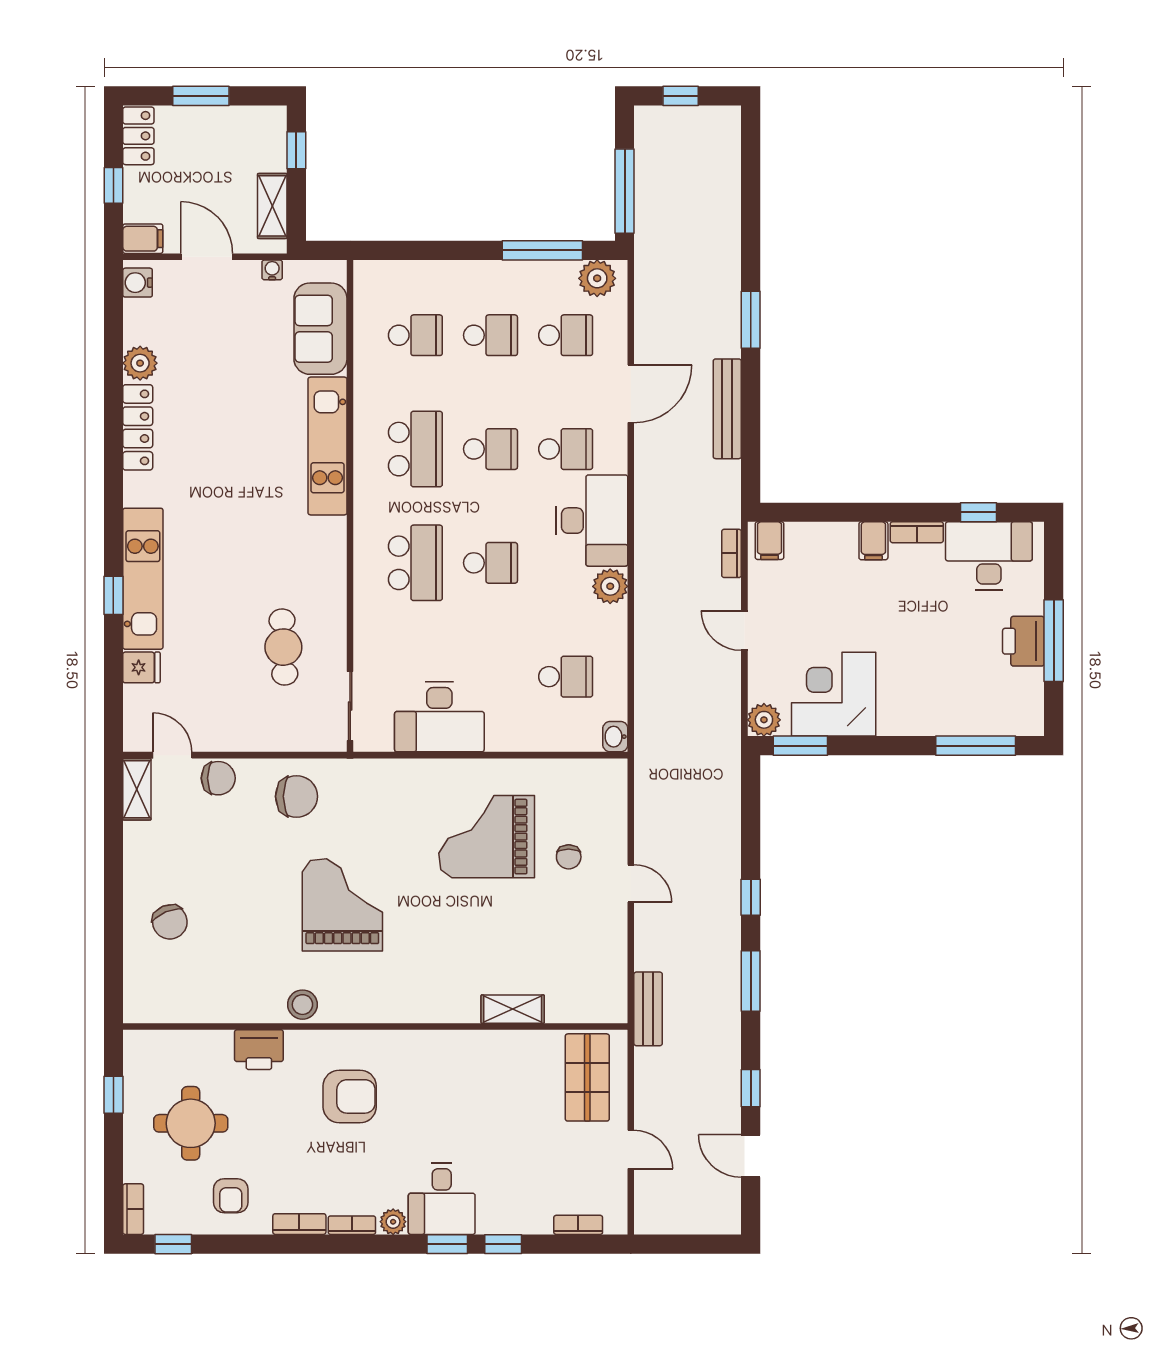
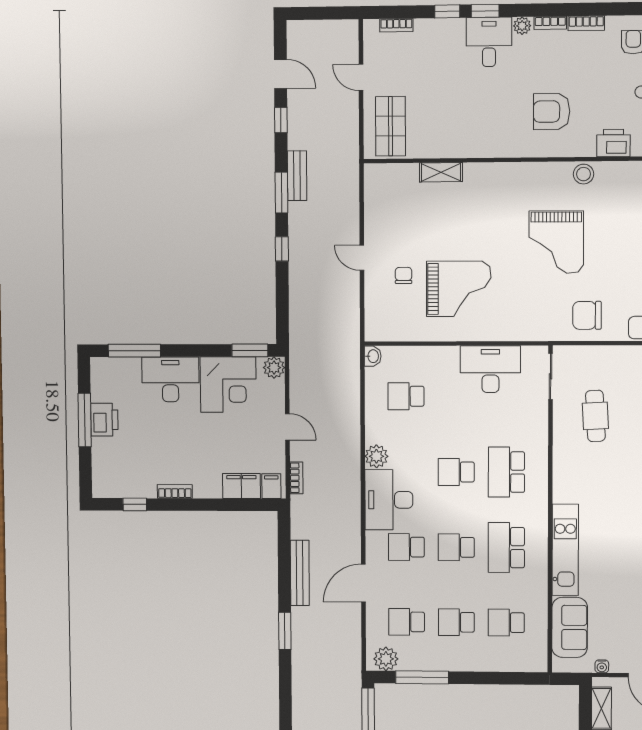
filing cabinet: (873, 541) -> (241, 486), moved, width x2.00
desk: (989, 556) -> (170, 379), moved, turned 180
bench: (648, 1009) -> (297, 176), moved

